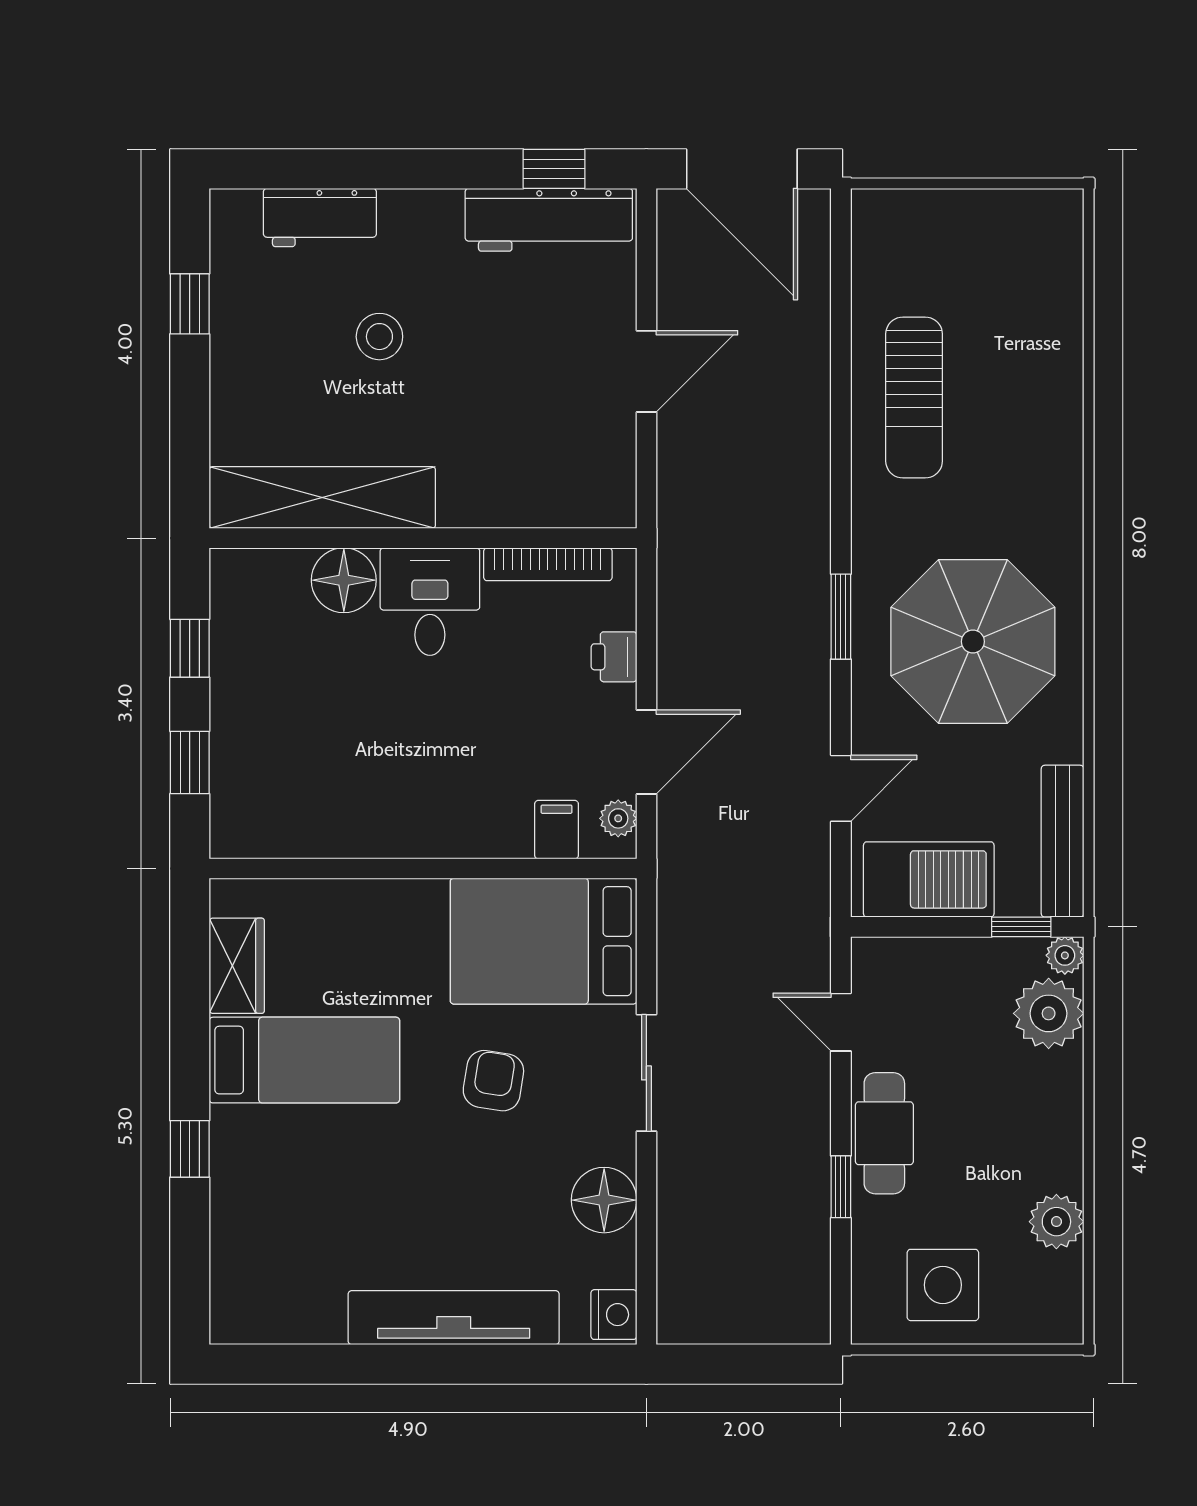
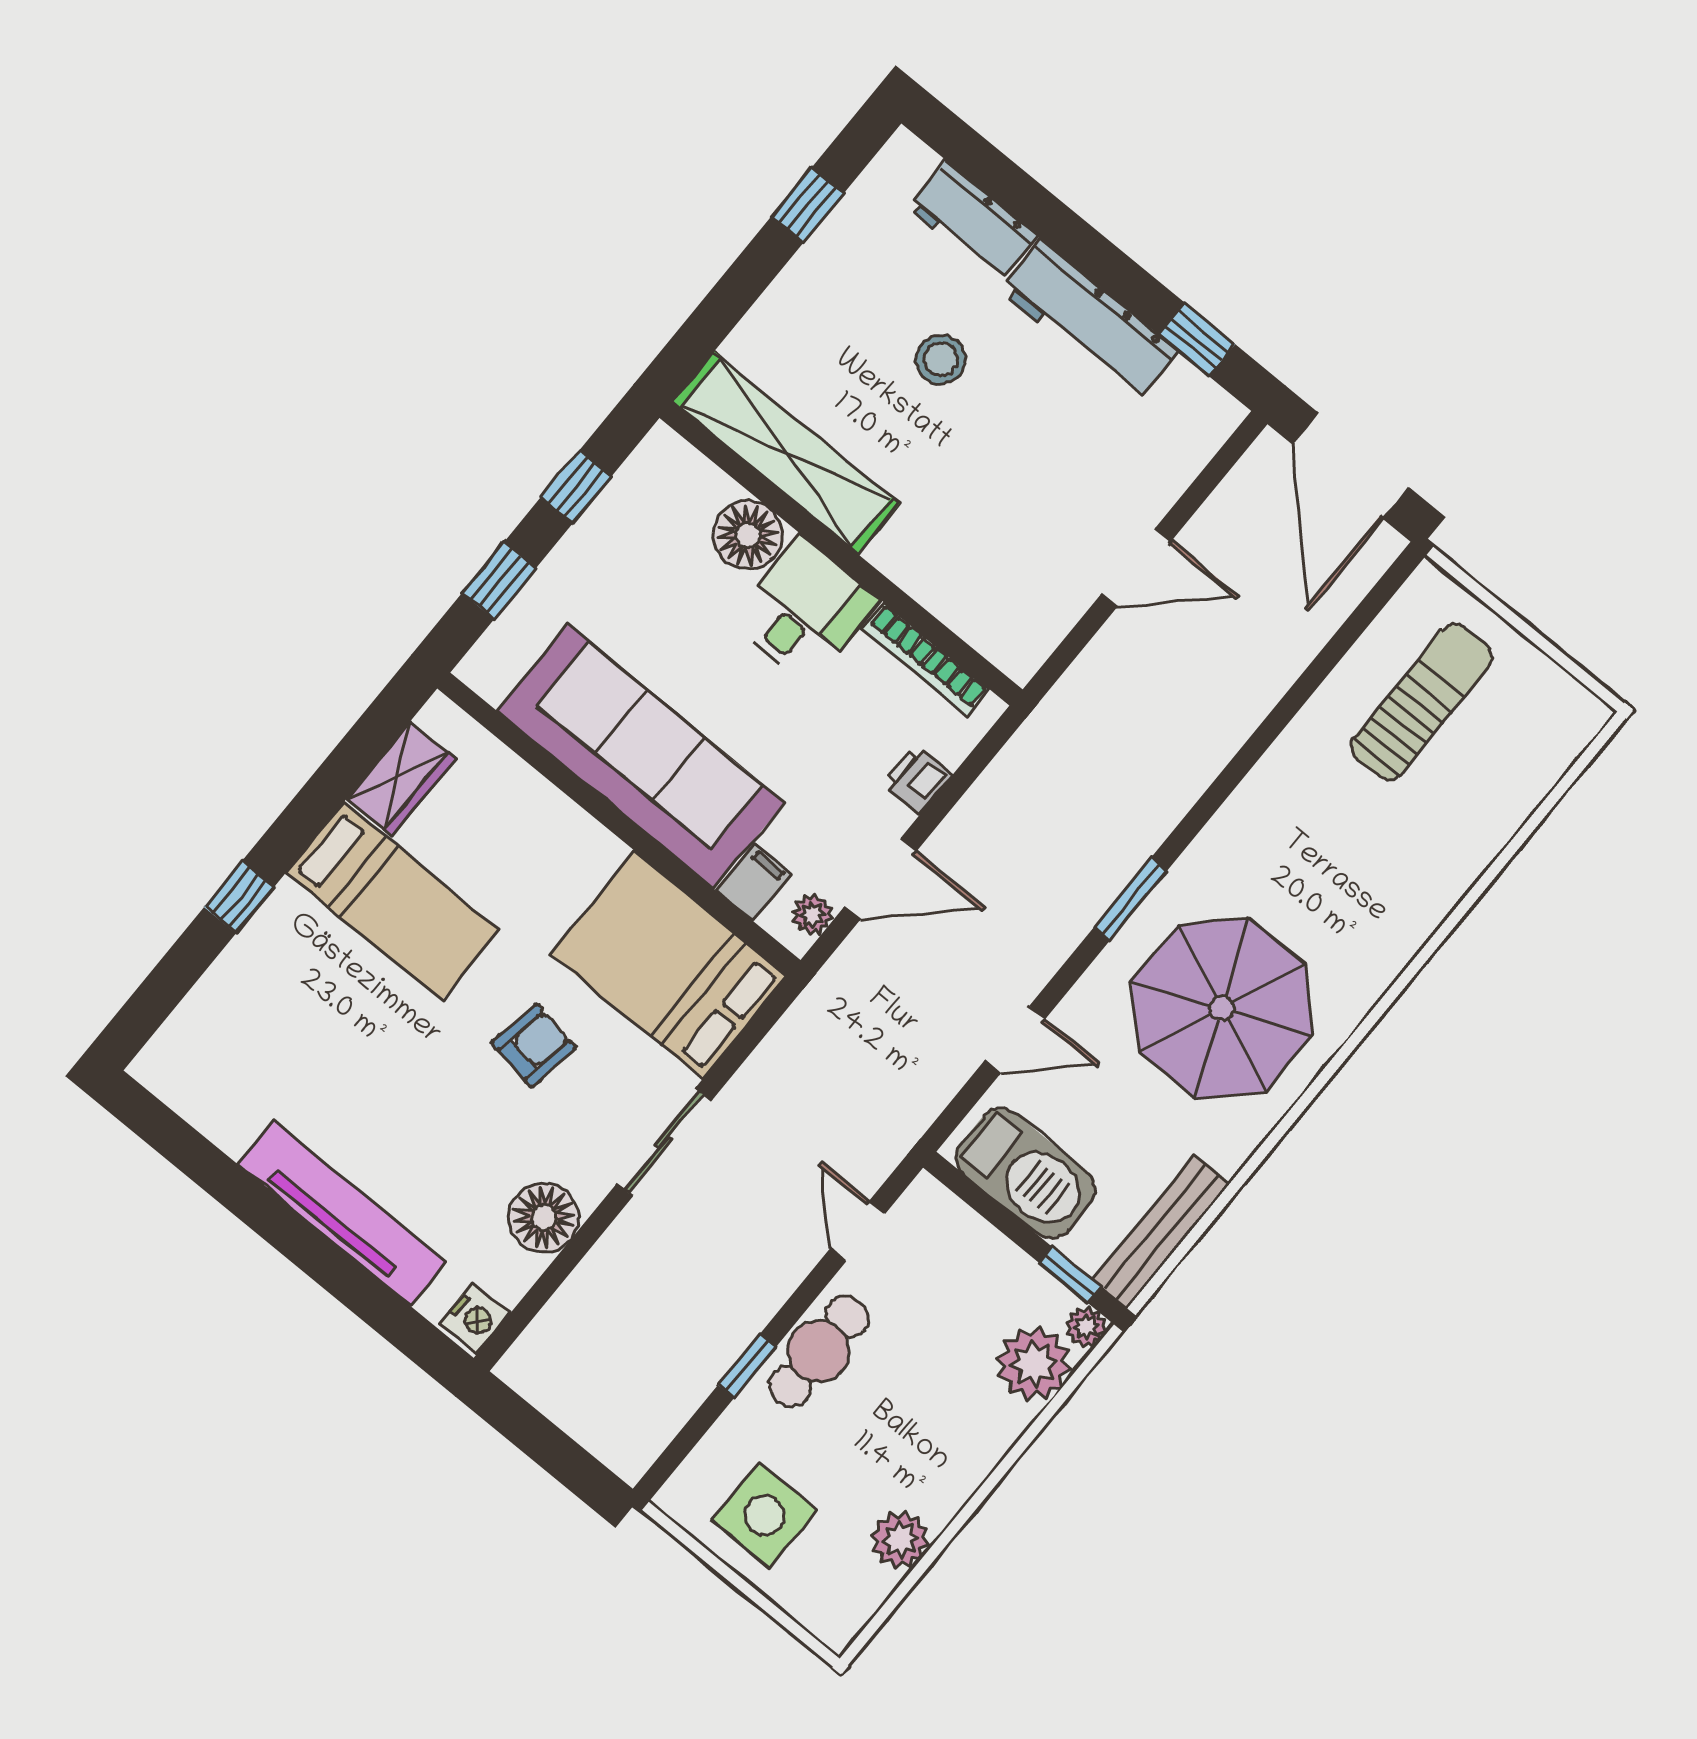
workbench: (549, 220) -> (1089, 320), moved
sun lounger: (914, 398) -> (1422, 702), moved, turned 180
sofa: (398, 806) -> (640, 757), added

